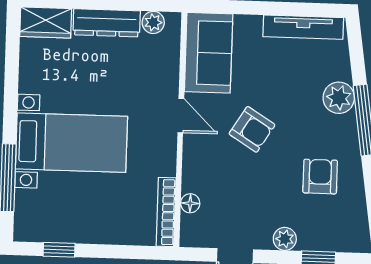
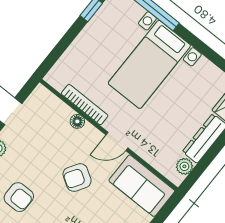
floor lamp: (190, 203) -> (77, 121), moved
bookcase: (166, 212) -> (85, 105), moved

